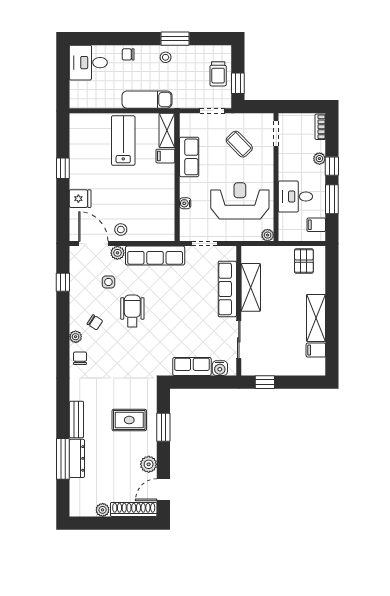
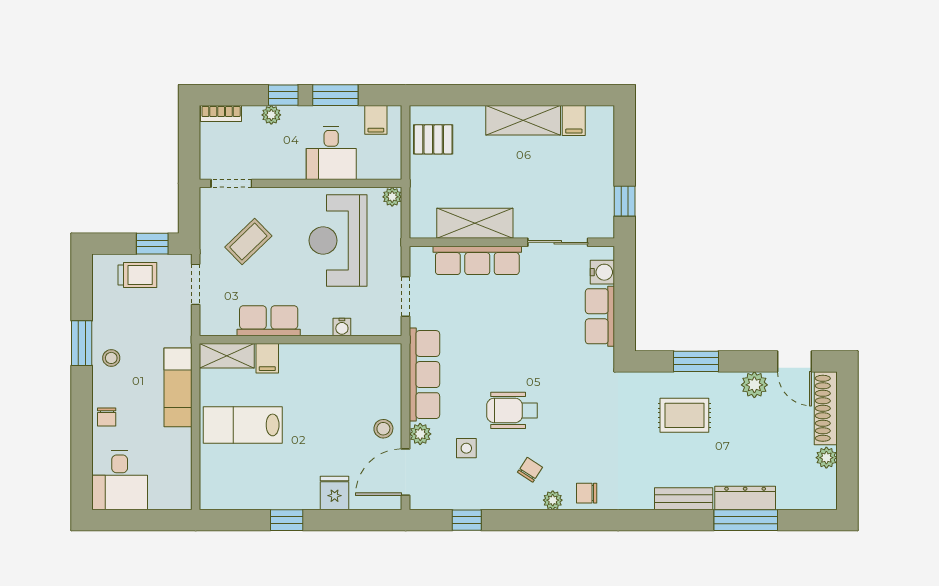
rug: (129, 420) -> (684, 415), turned 90

